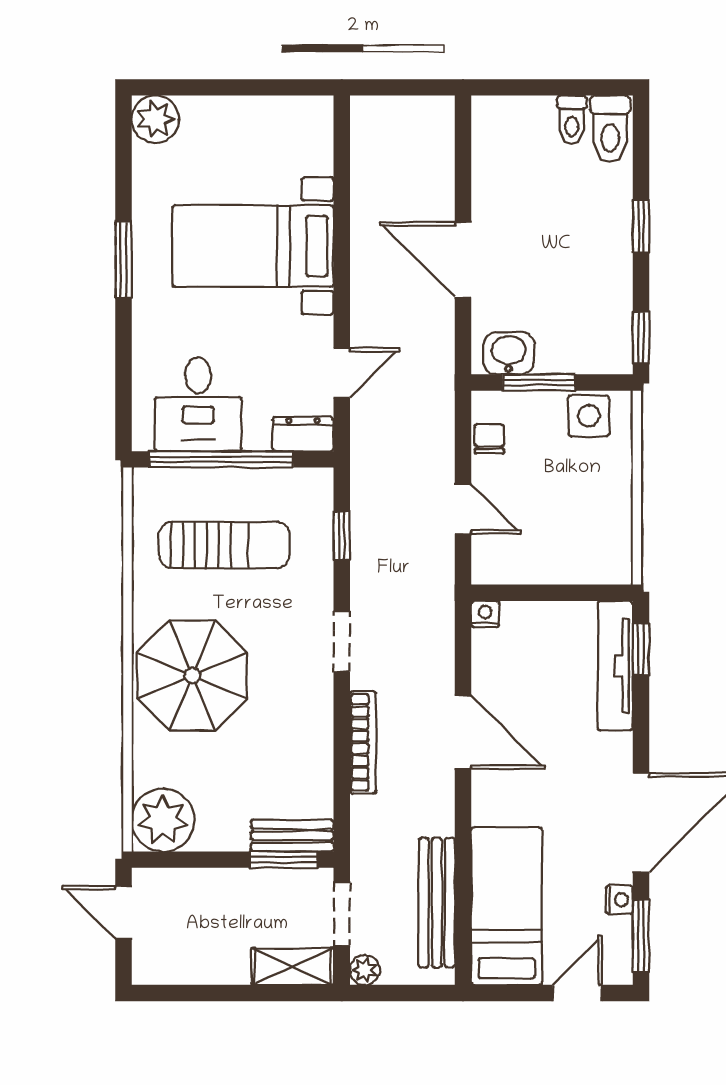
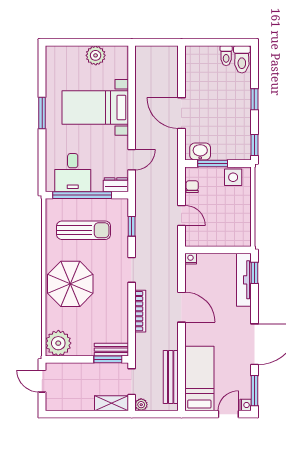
plant: (155, 119) -> (96, 55), moved
nightstand: (619, 900) -> (246, 405), moved

